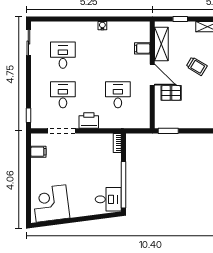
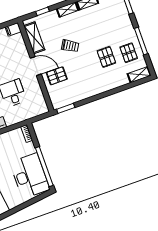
filing cabinet: (142, 48) -> (13, 29), moved
desk: (108, 199) -> (30, 176), width x1.87, depth x1.30

